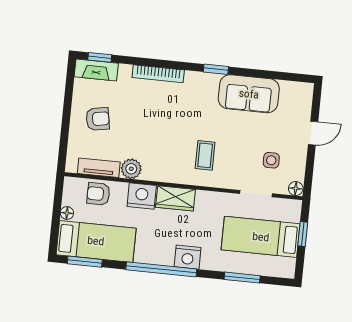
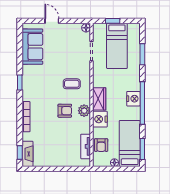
sofa: (249, 94) -> (32, 47), moved
armchair: (98, 119) -> (65, 111), moved, turned 100
side table: (271, 160) -> (71, 44), removed
plant: (131, 169) -> (84, 111), moved
nightstand: (188, 257) -> (133, 99), moved

